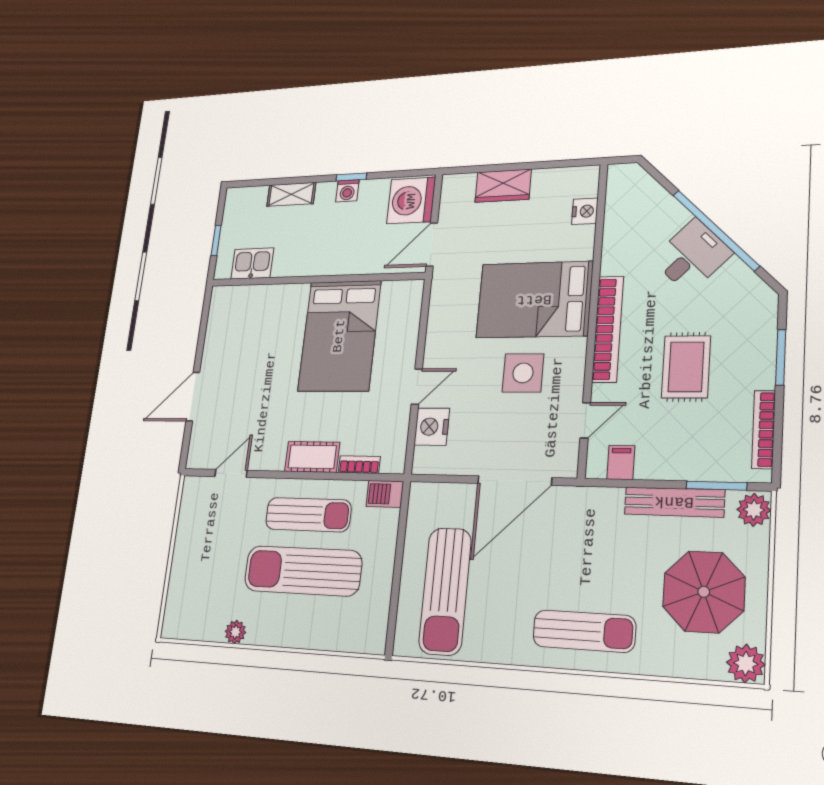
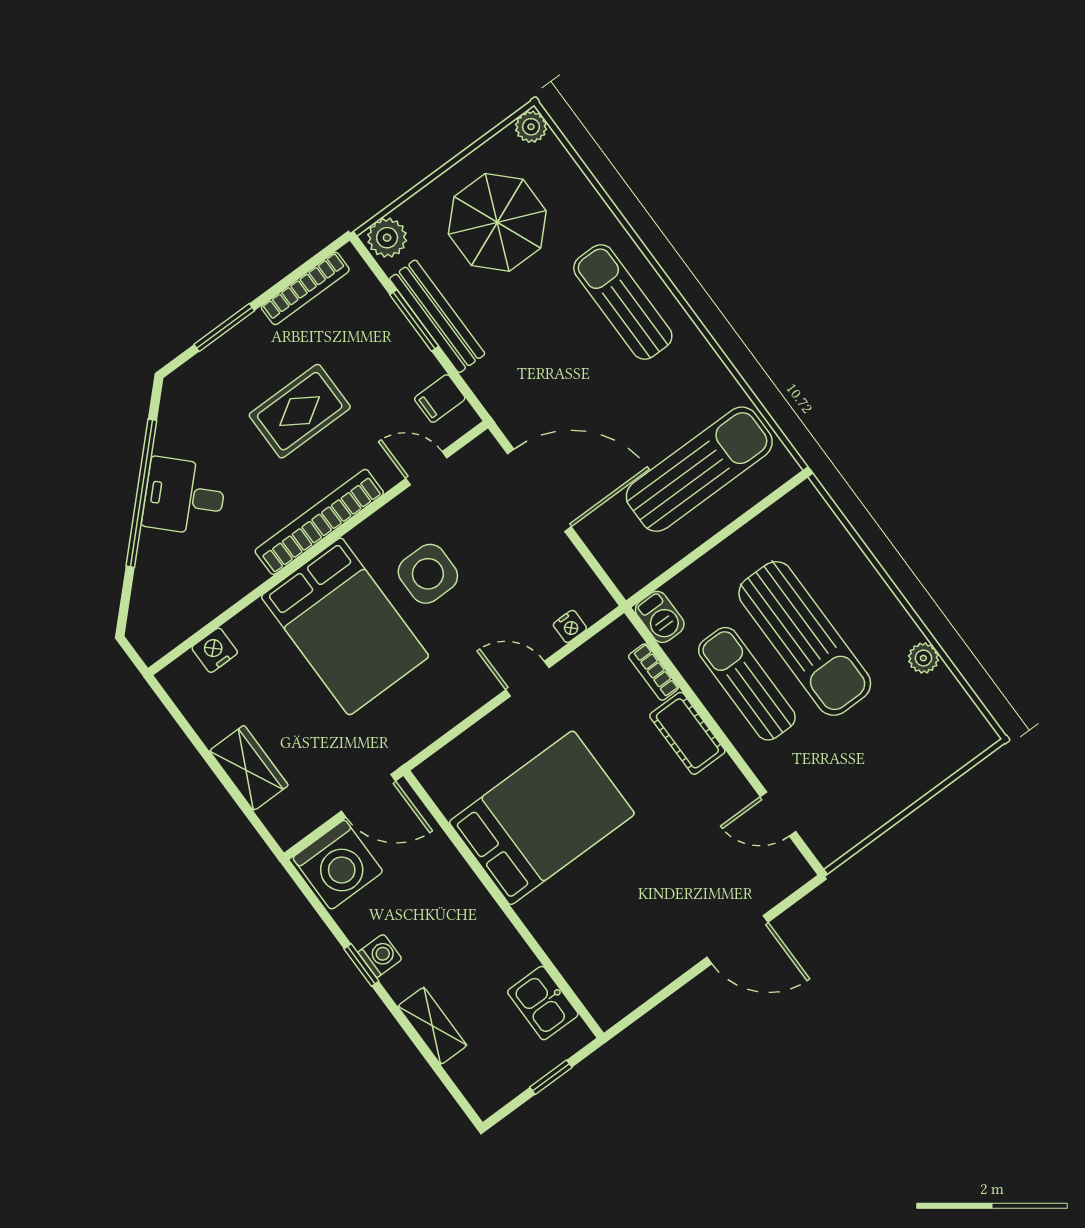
nightstand: (432, 427) -> (570, 626), width x0.53, depth x0.56
window: (716, 486) -> (414, 321), moved
plant: (746, 664) -> (531, 127), width x0.73, depth x0.73

